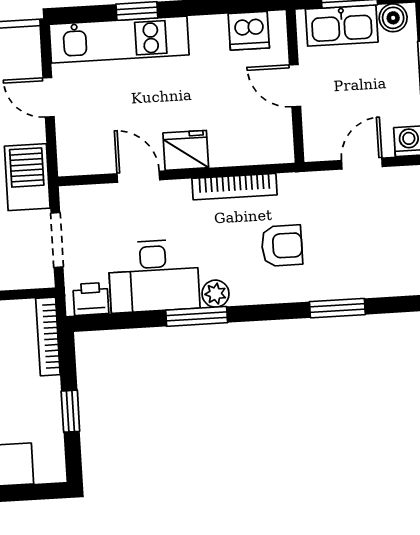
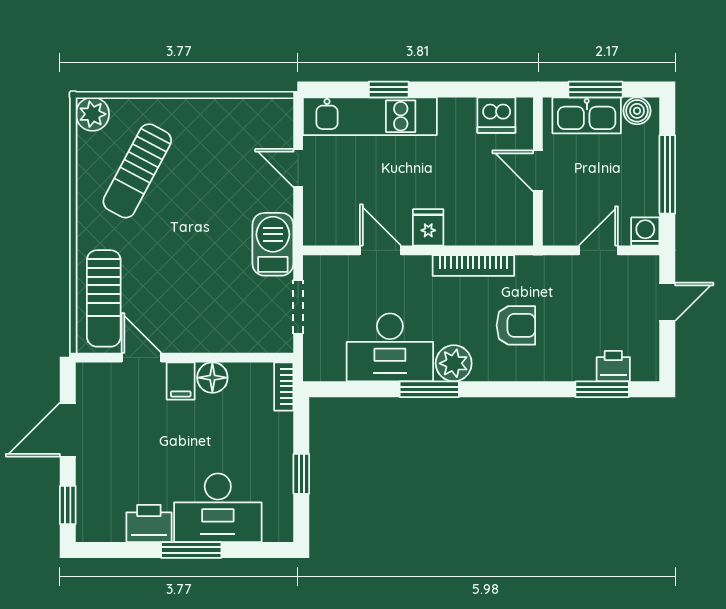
fridge: (186, 150) -> (428, 227), width x0.72
plant: (215, 294) -> (454, 363), width x1.38, depth x1.38
printer: (91, 299) -> (613, 366), moved
window: (337, 308) -> (602, 389), moved
bookcase: (48, 336) -> (284, 386), width x0.64

